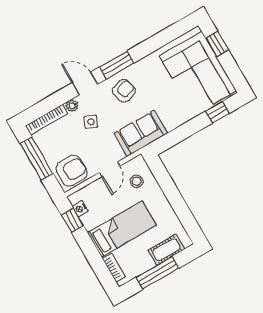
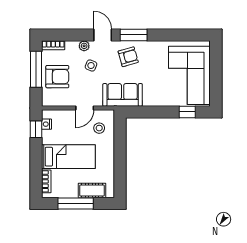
window: (217, 44) -> (216, 62), removed
bookcase: (47, 120) -> (53, 45), width x0.64
armchair: (72, 171) -> (57, 77), moved

